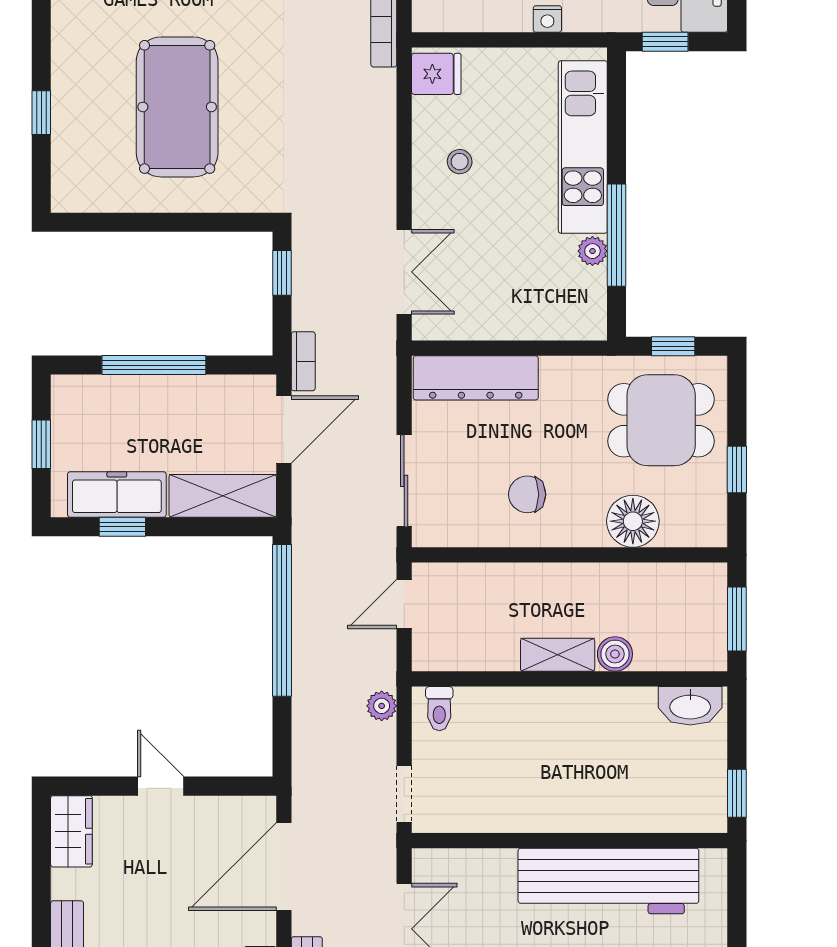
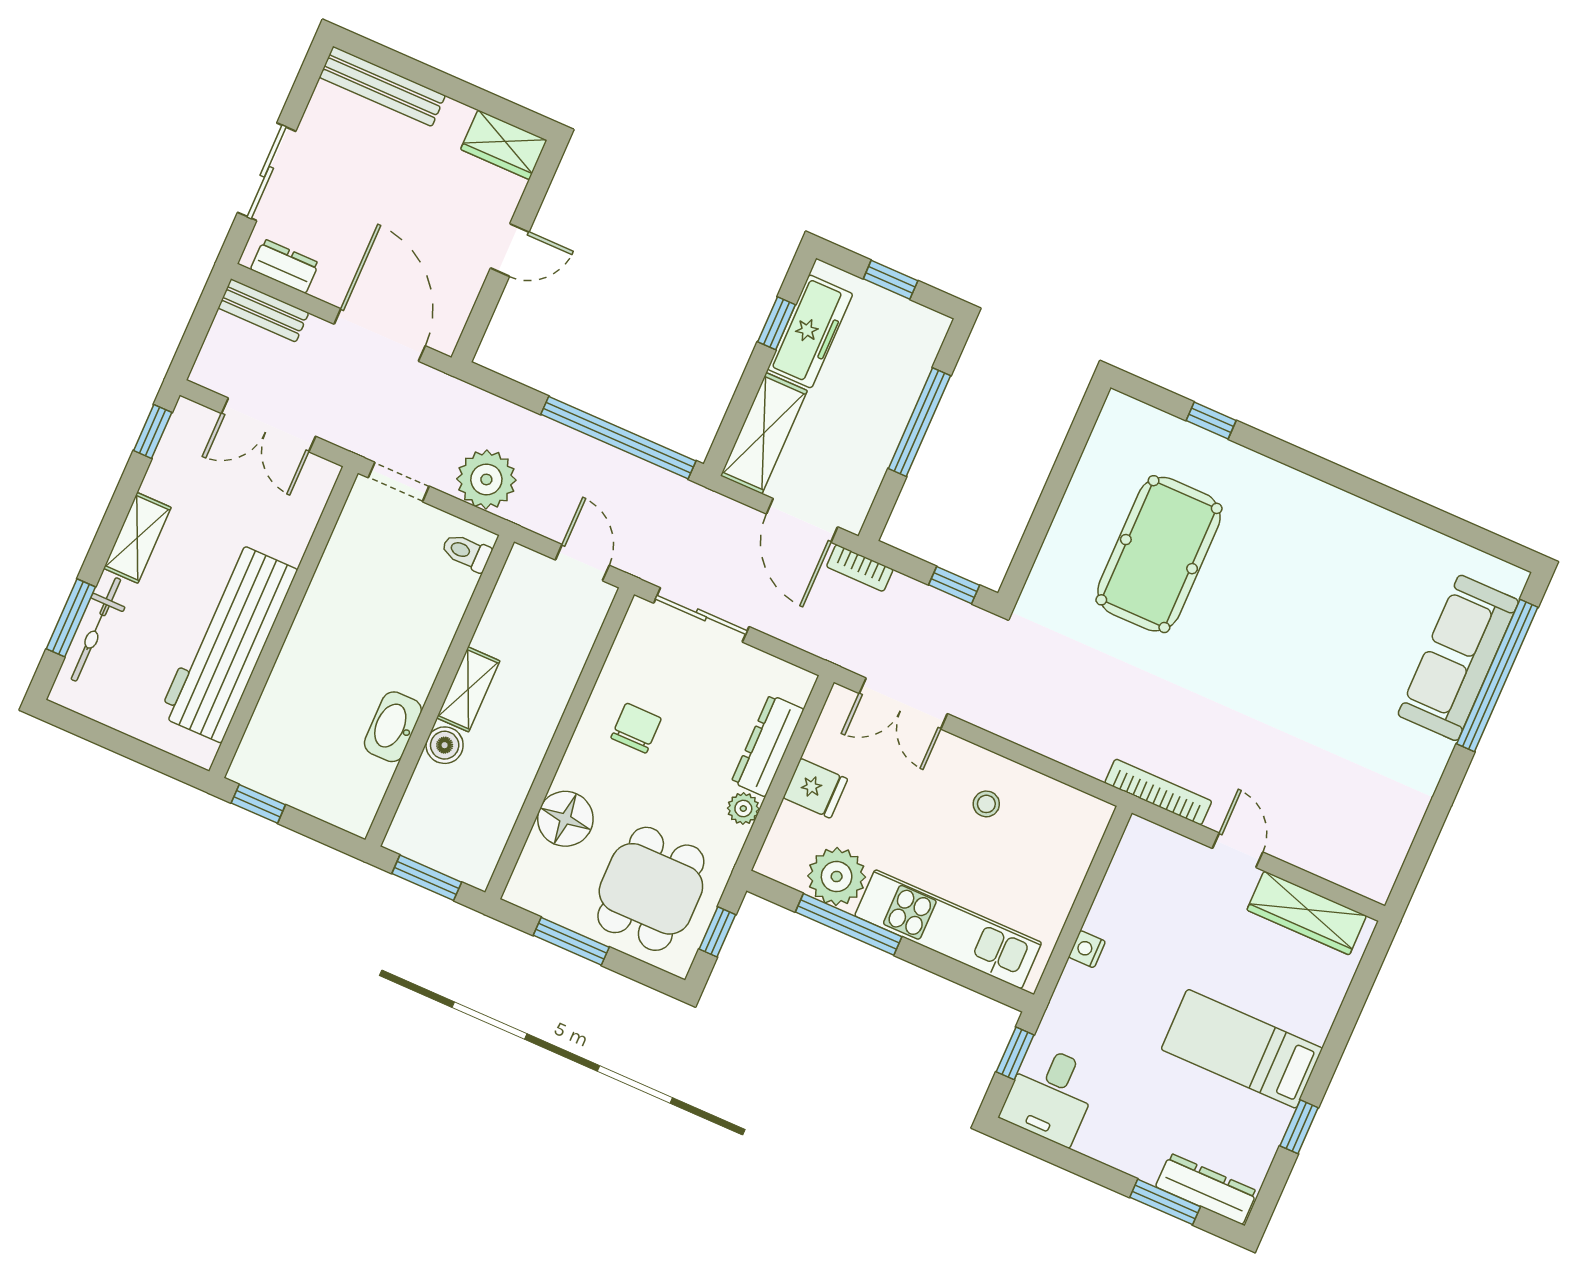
fridge: (436, 74) -> (815, 788), moved, turned -90
pool table: (177, 107) -> (1159, 554), turned 90
plant: (592, 251) -> (837, 876), width x1.88, depth x1.88
plant: (556, 371) -> (743, 809), added
dresser: (476, 378) -> (768, 746), width x0.73, depth x0.80
window: (737, 469) -> (571, 941), width x1.50
plant: (382, 706) -> (486, 479), width x1.88, depth x1.88
washbasin: (690, 706) -> (393, 727), moved

